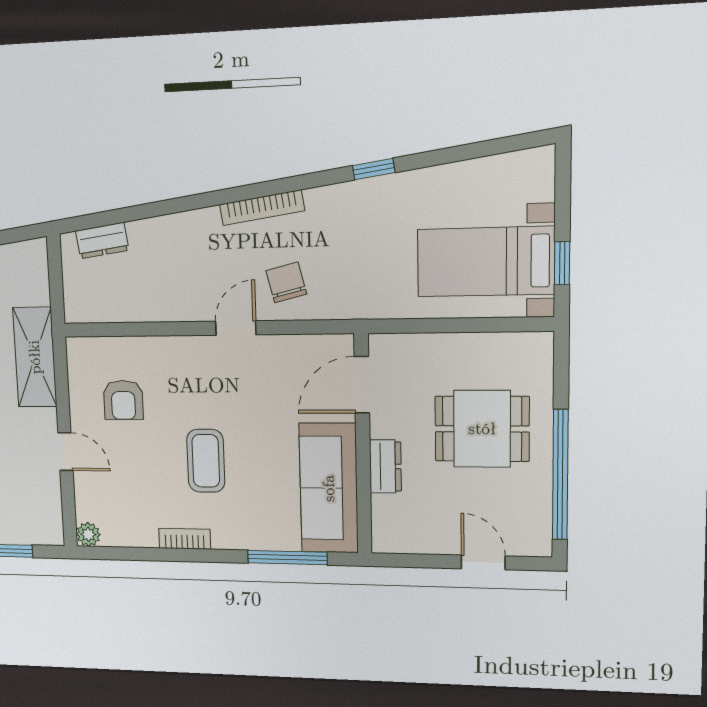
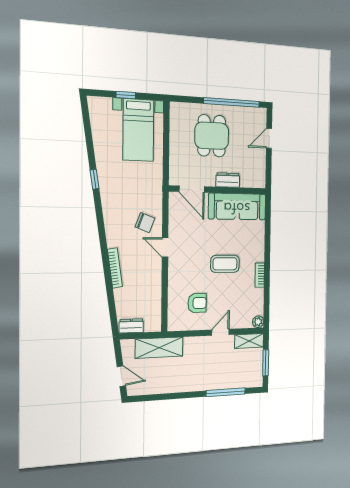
bookcase: (262, 208) -> (115, 268), moved
dresser: (102, 240) -> (131, 326), moved, turned -82
window: (562, 263) -> (126, 95), moved
chair: (286, 282) -> (145, 223), turned -145
shelving: (35, 357) -> (159, 348), moved
shelving: (49, 514) -> (249, 341), added
window: (287, 558) -> (268, 227), removed

